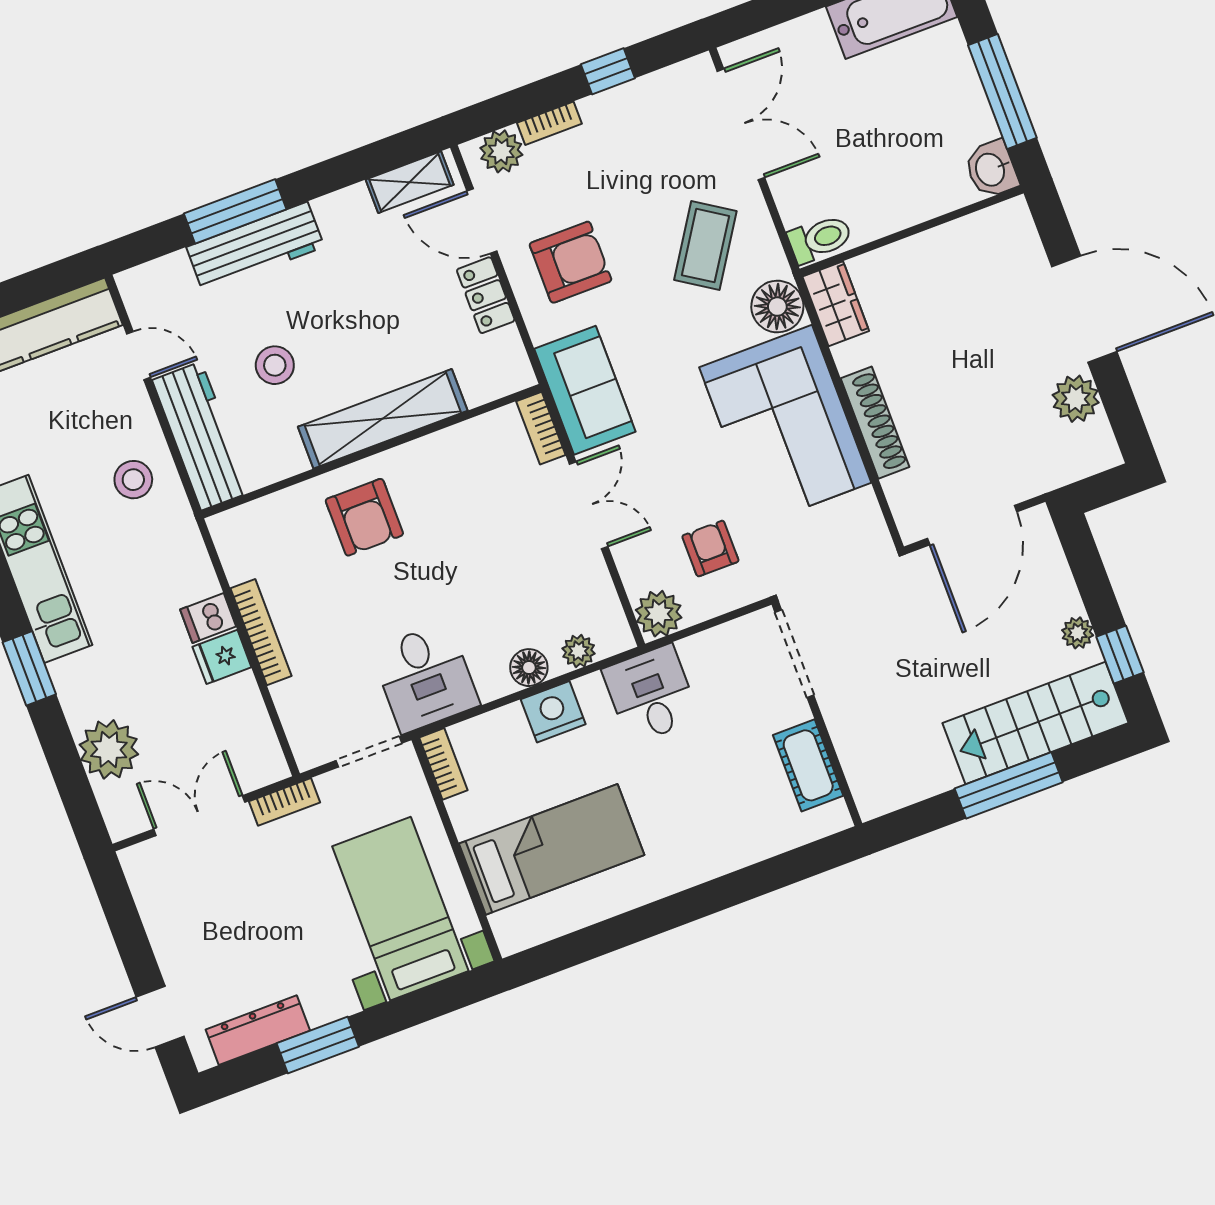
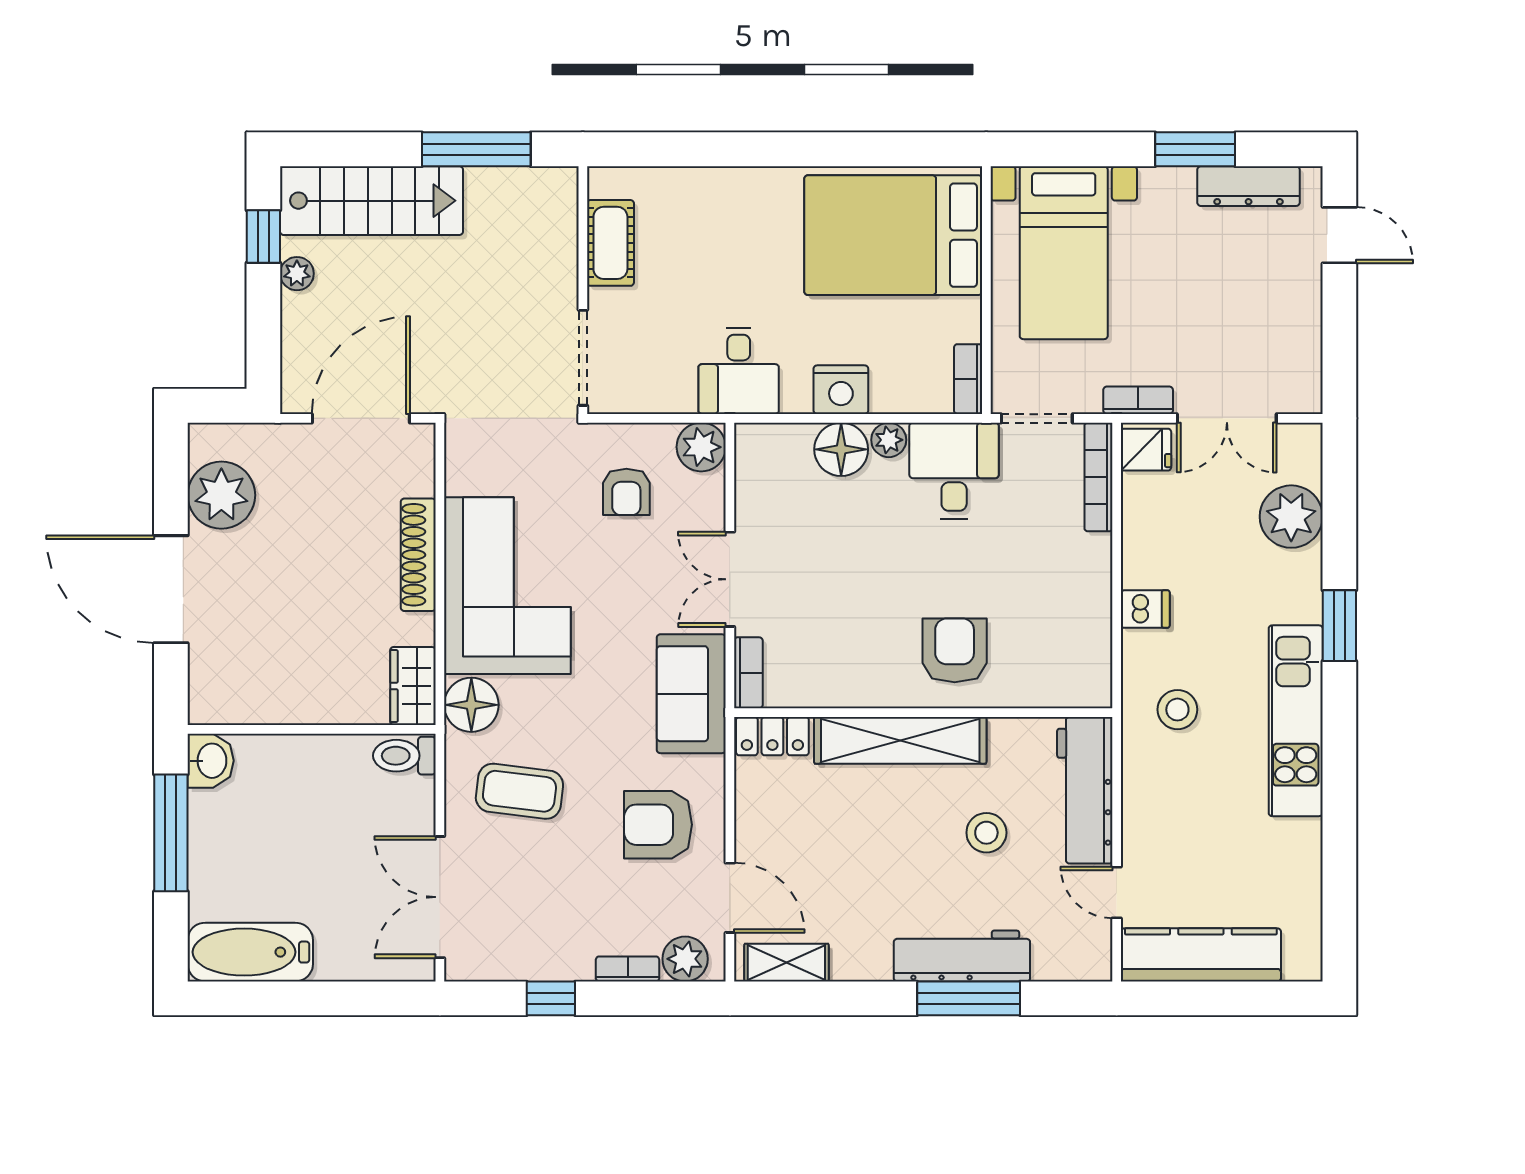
coffee table: (705, 246) -> (519, 791), turned 64
locker: (486, 295) -> (772, 736), moved, turned 90
plant: (1076, 399) -> (221, 495), width x1.36, depth x1.36
stool: (133, 480) -> (1177, 710), moved
bookcase: (261, 632) -> (1098, 477), moved
plant: (579, 651) -> (889, 440), moved
fridge: (222, 657) -> (1146, 450), moved
floor lamp: (529, 668) -> (841, 449), width x1.38, depth x1.38
window: (1009, 785) -> (476, 149), moved
bed: (552, 849) -> (893, 235), width x1.50

